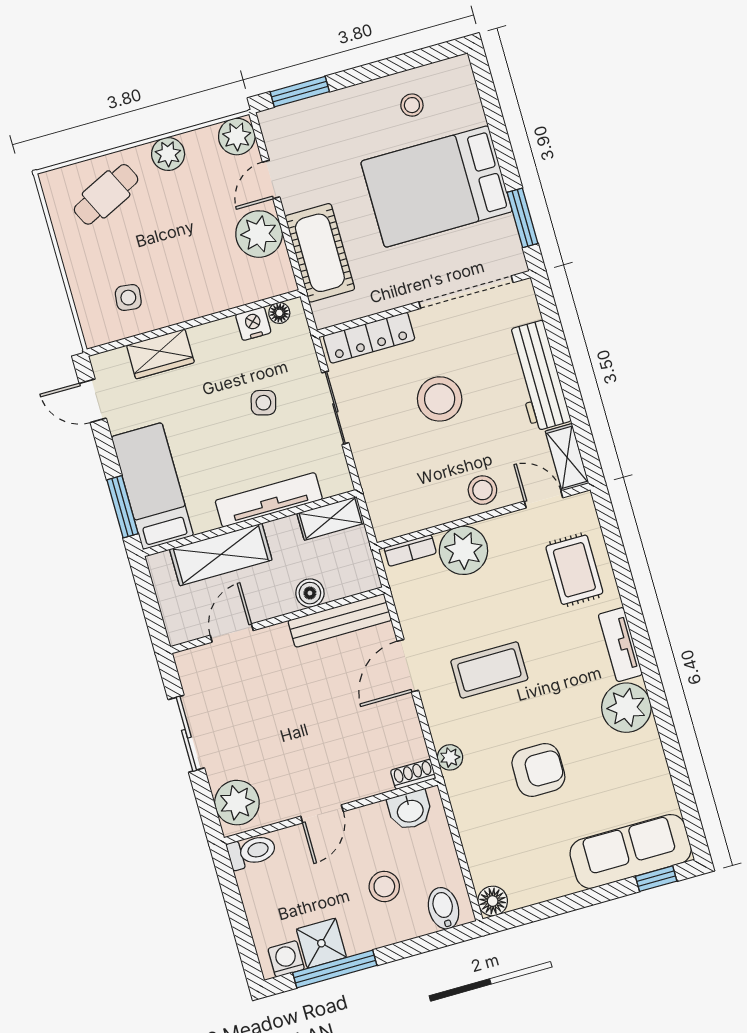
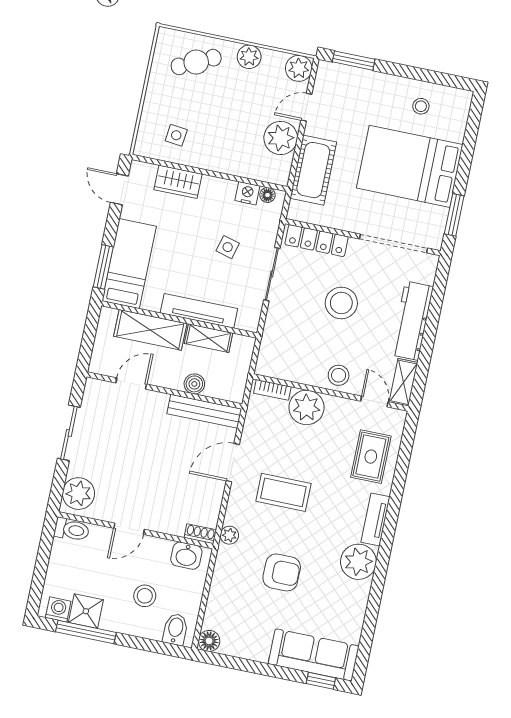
shelving: (331, 518) -> (209, 338), moved

